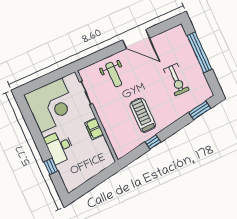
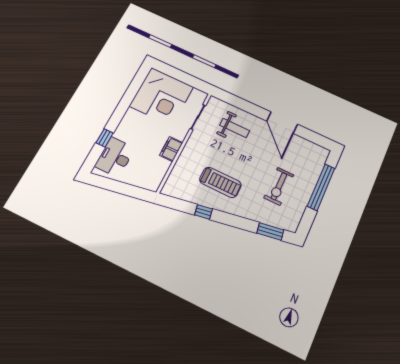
weight bench: (114, 75) -> (235, 128), turned -90
treadmill: (143, 115) -> (220, 182), turned 90
desk: (60, 147) -> (115, 157), moved

